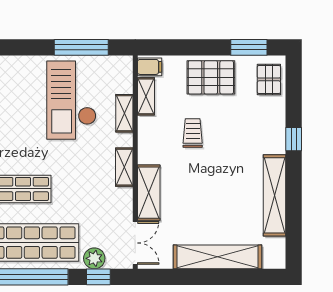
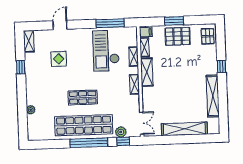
window: (249, 47) -> (174, 21), moved
trolley: (193, 133) -> (169, 65), removed
shelving: (149, 193) -> (147, 72), moved

